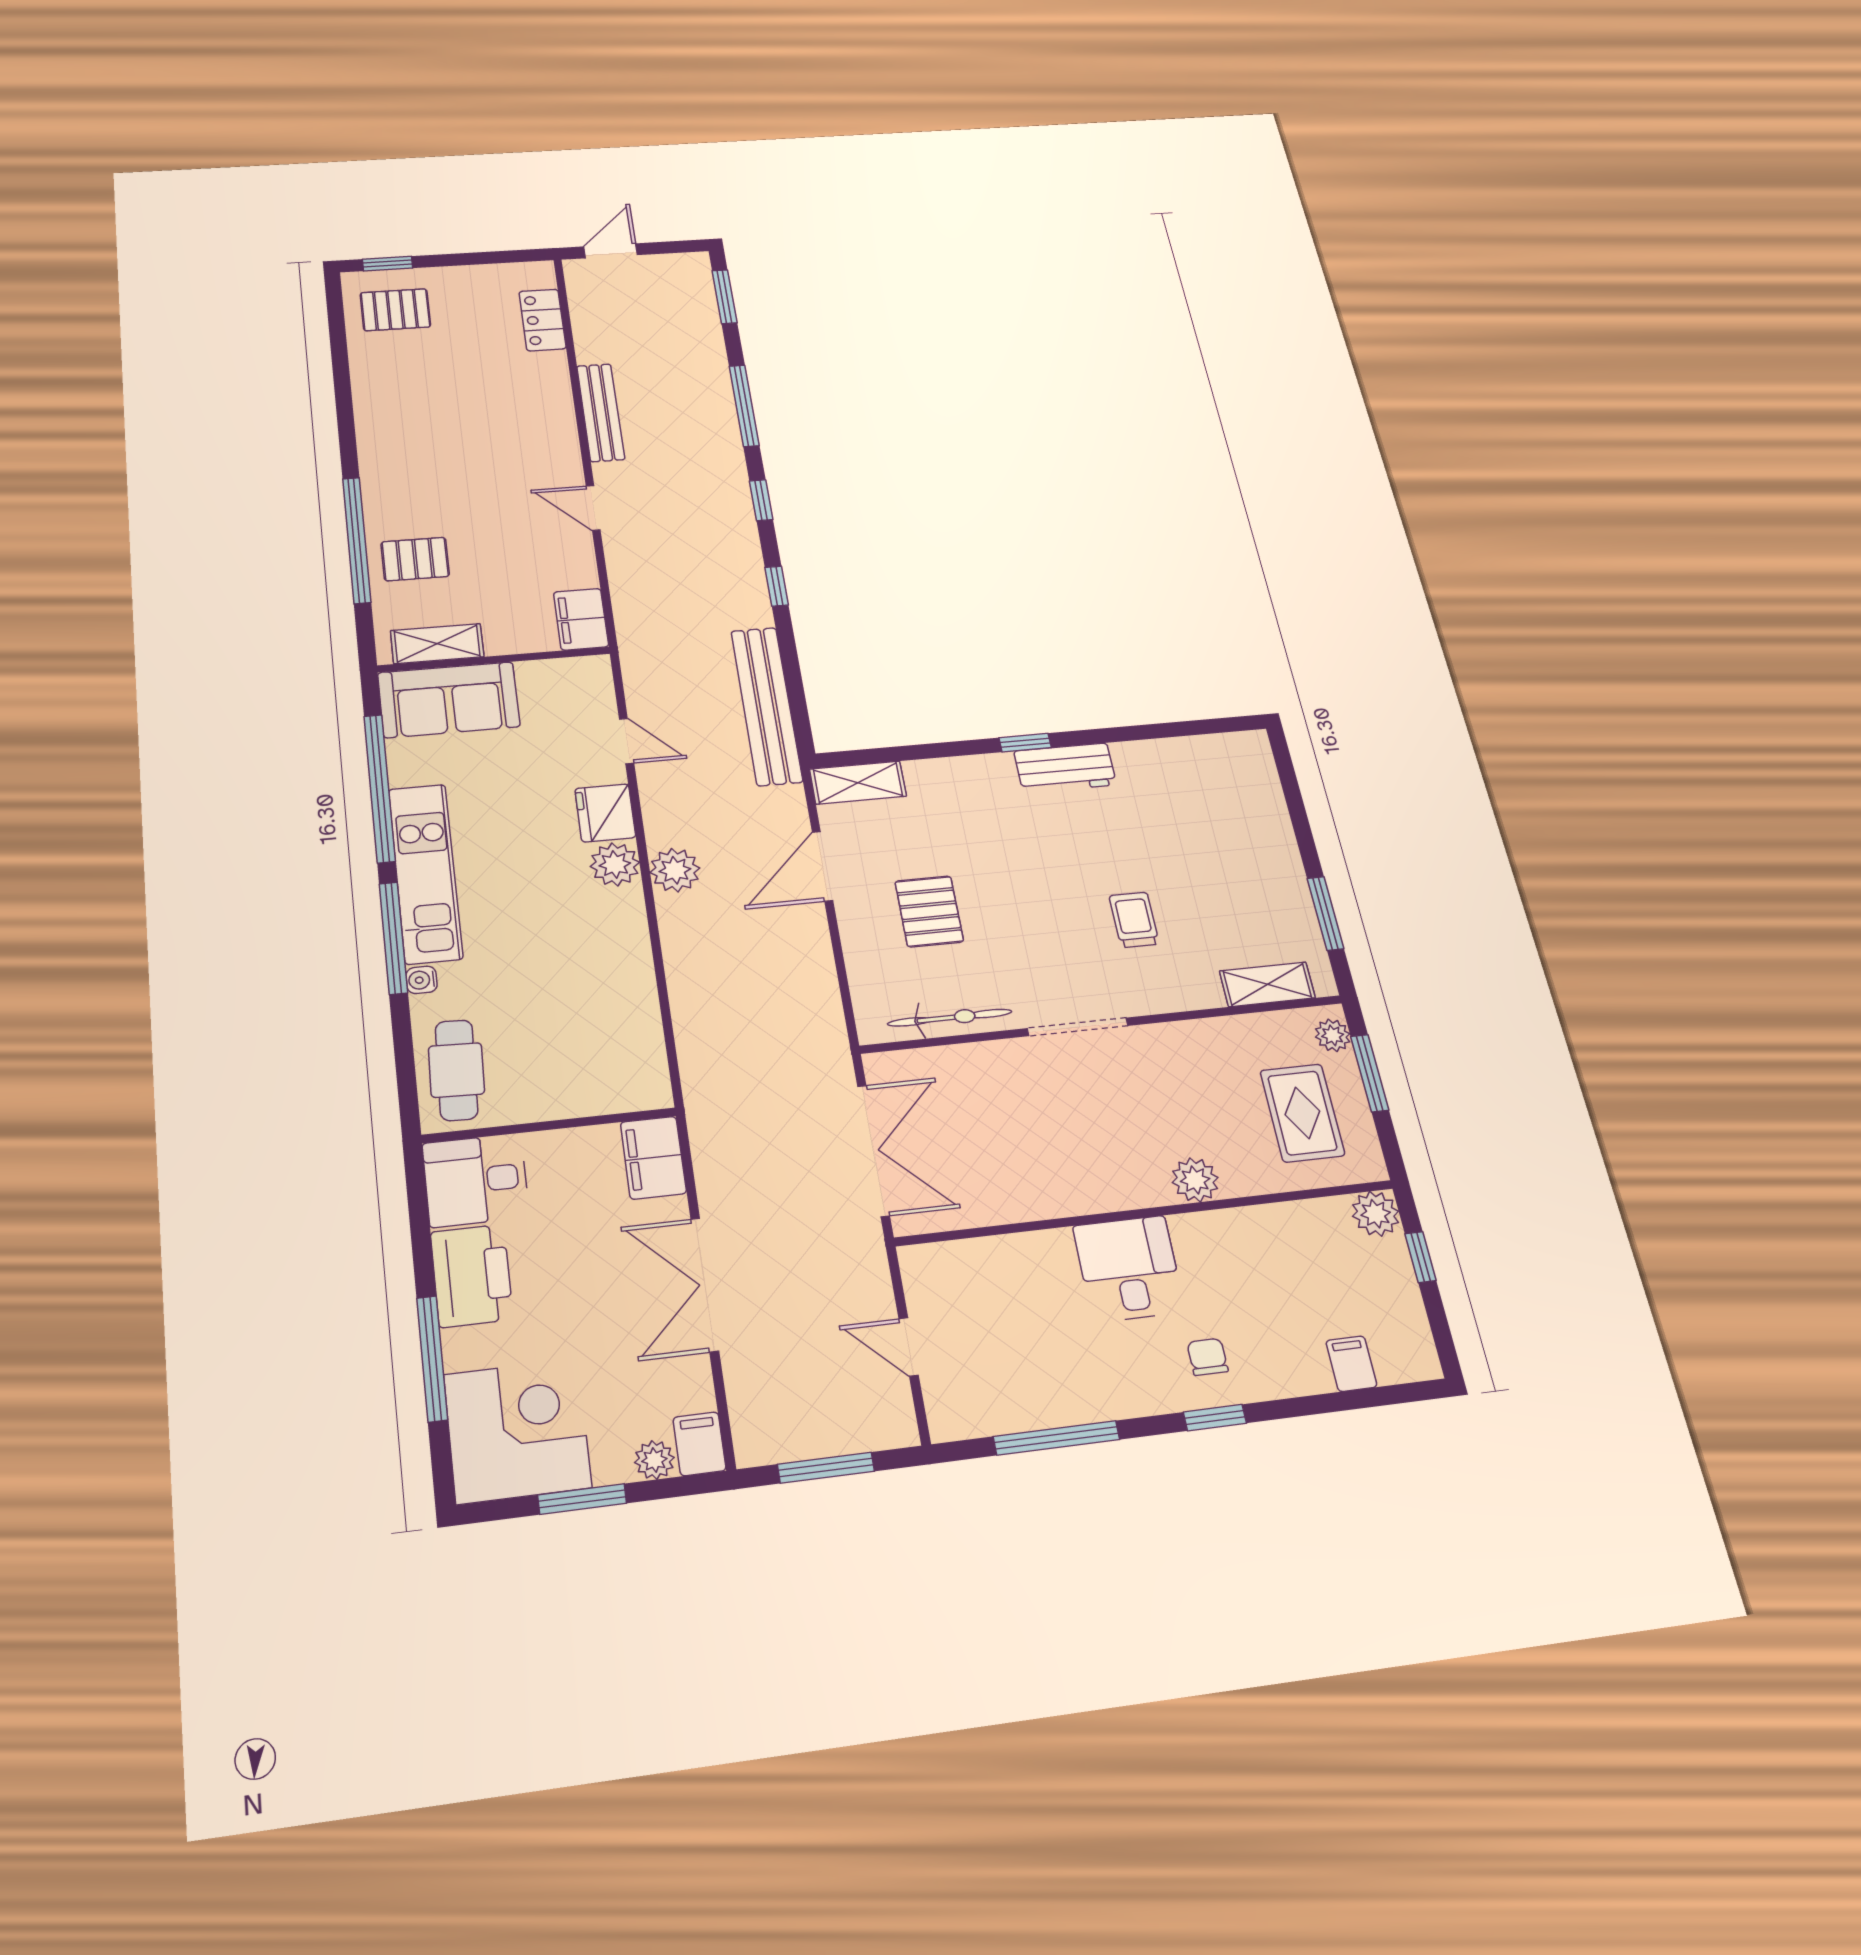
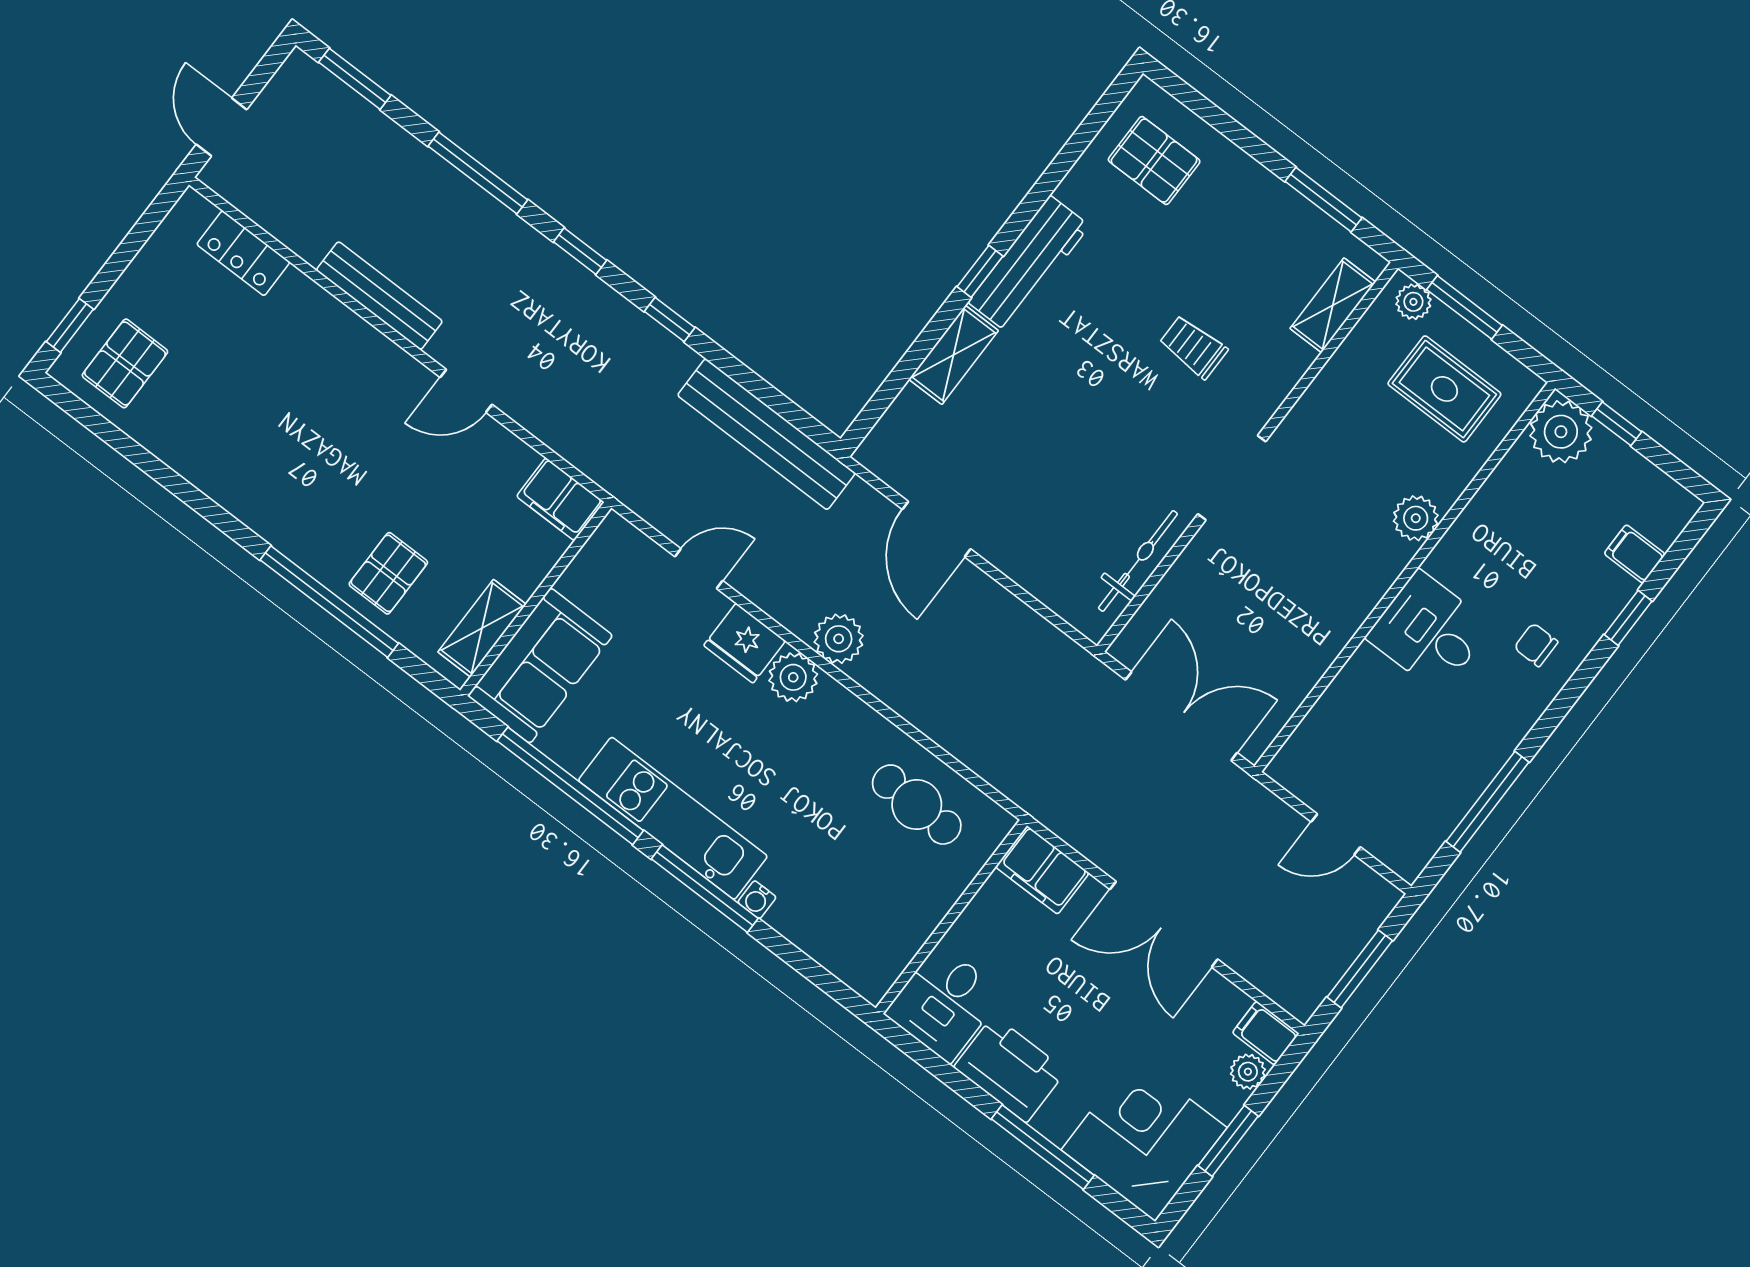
workbench: (1065, 768) -> (1029, 264), width x1.37
shelving: (858, 783) -> (954, 355), moved
pallet: (929, 911) -> (1154, 161), moved
cafe table: (456, 1070) -> (917, 805), moved
plant: (1376, 1214) -> (1561, 432), width x1.36, depth x1.36
window: (1215, 1418) -> (1628, 618), moved

